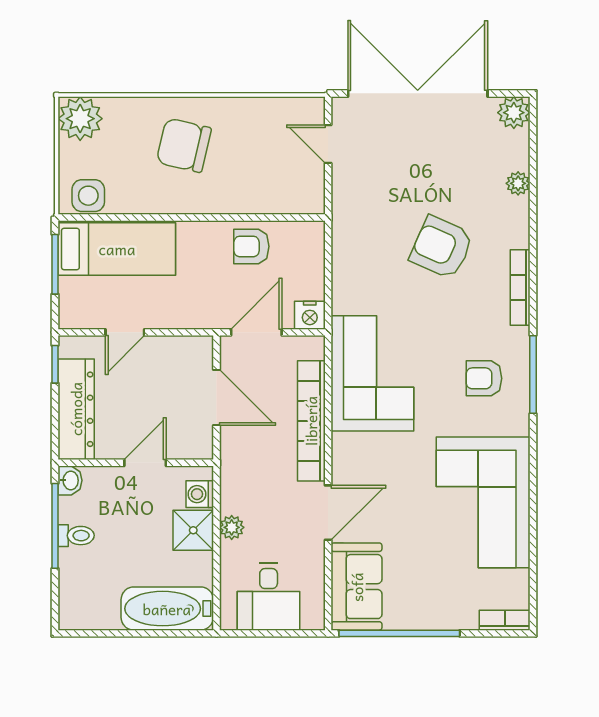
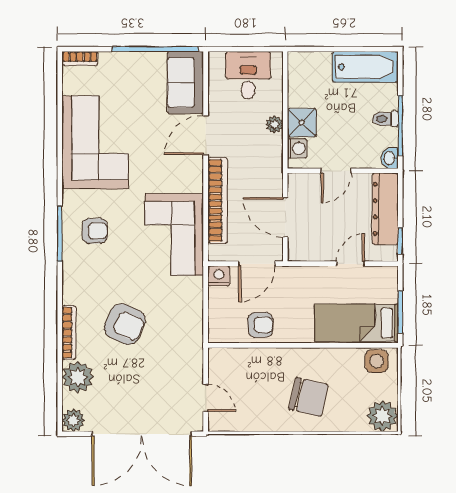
plant: (518, 183) -> (78, 377), width x1.87, depth x1.87
bookcase: (520, 287) -> (69, 333), moved
bathtub: (167, 609) -> (365, 67), moved

